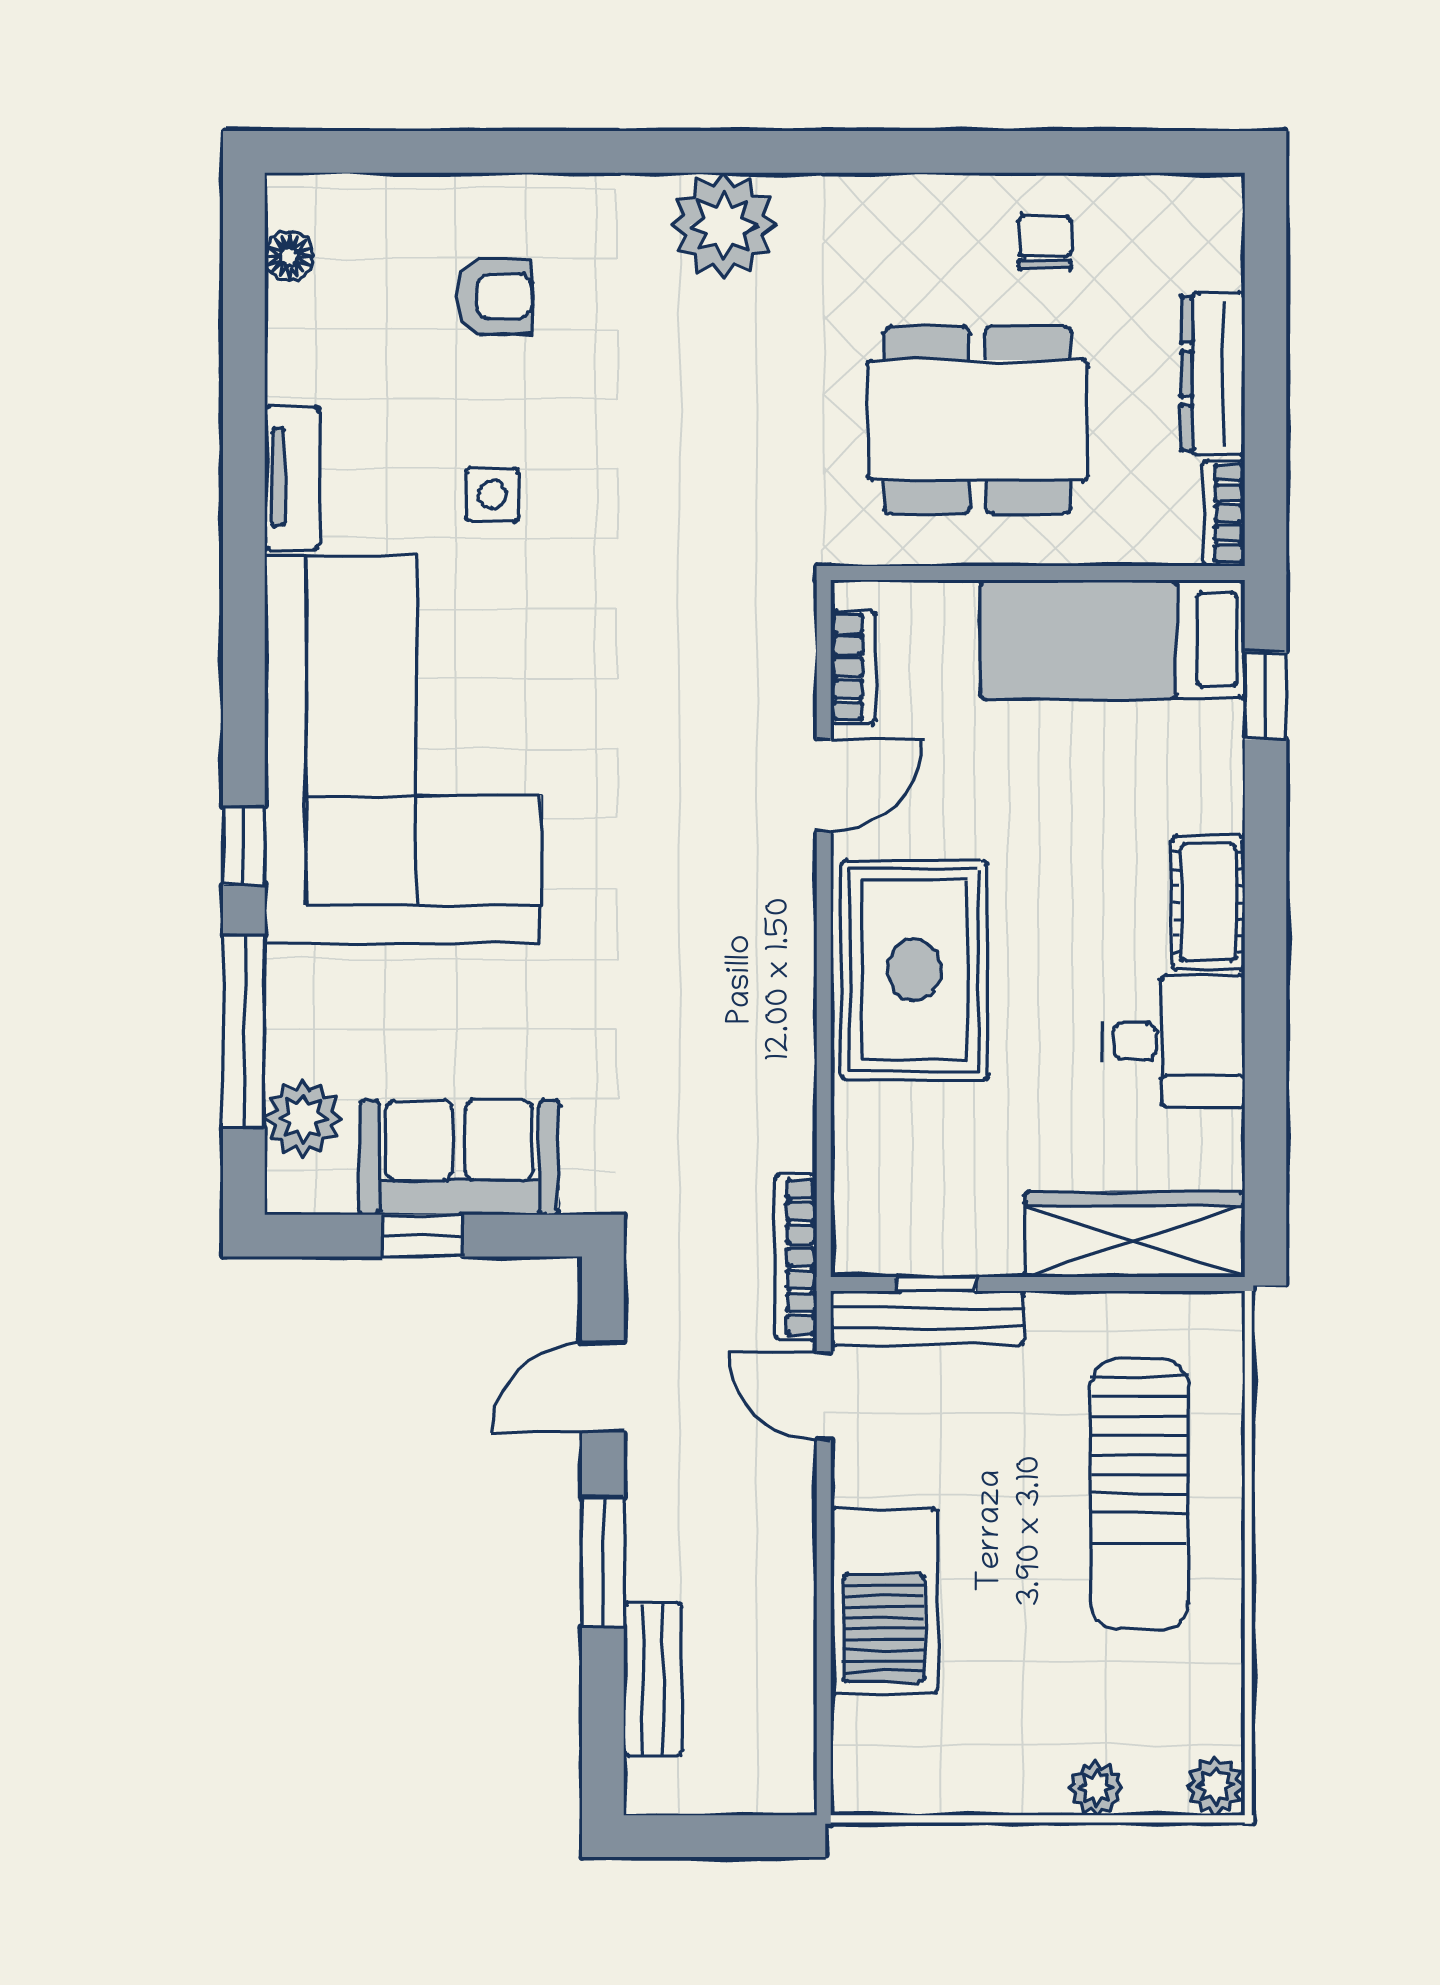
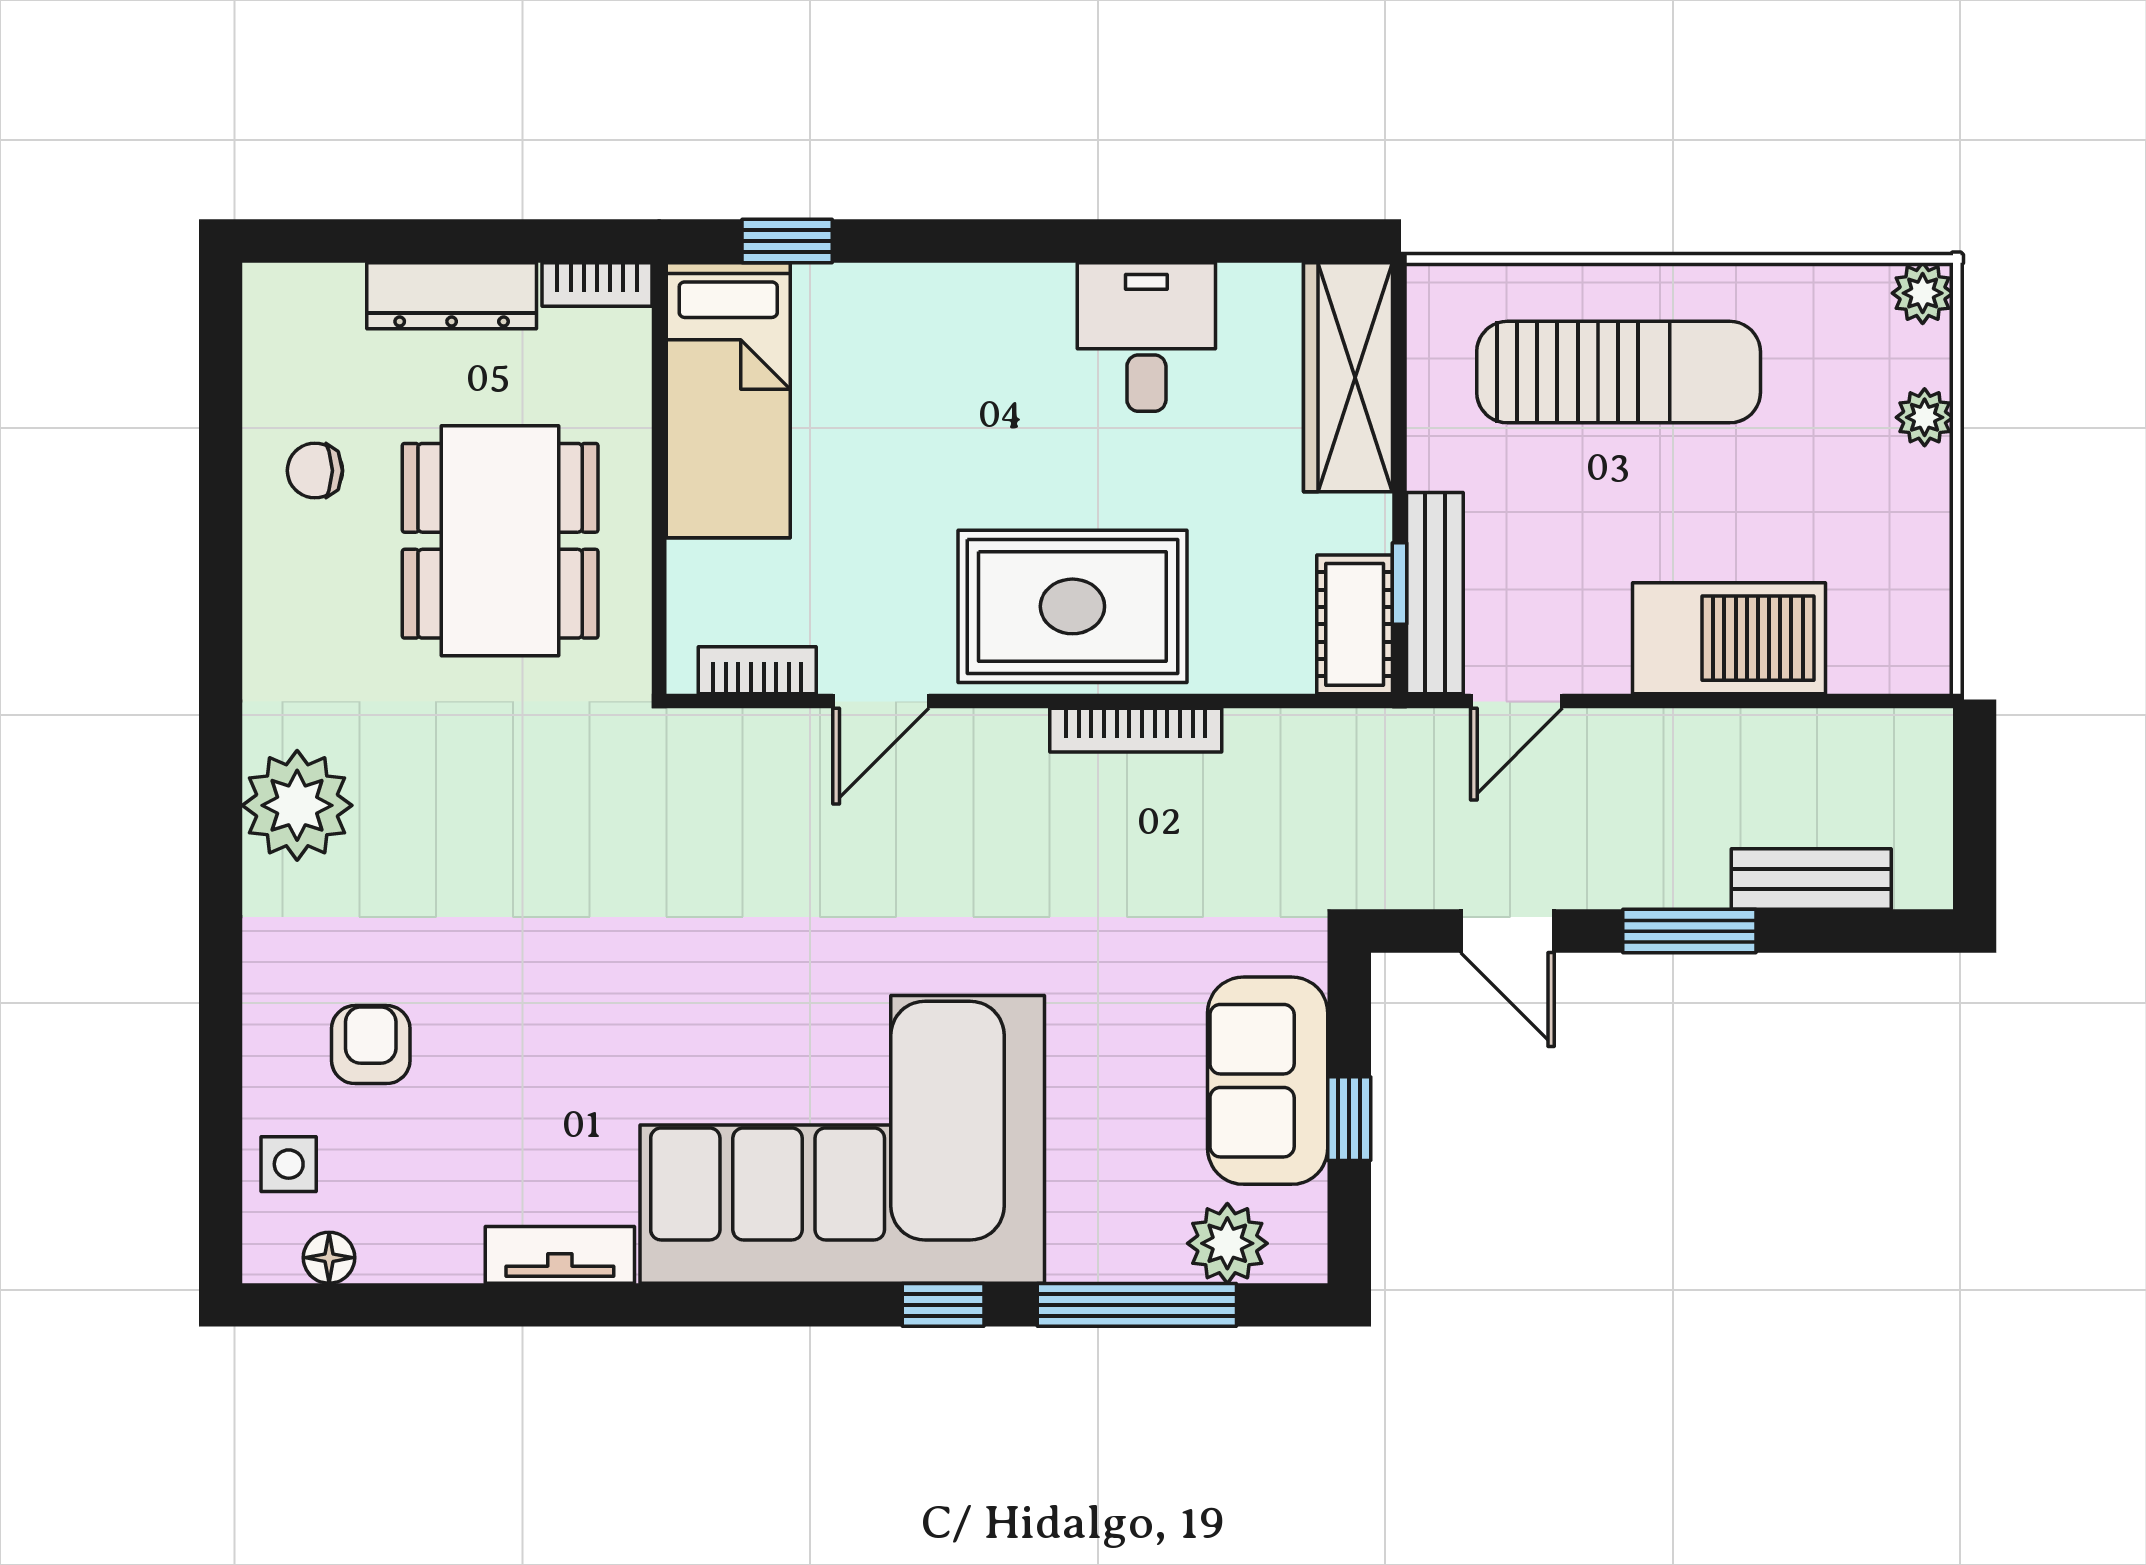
side table: (492, 495) -> (289, 1164), moved
door: (824, 786) -> (881, 701), swing flipped
cot: (1209, 902) -> (1355, 624), moved, turned 90
bookcase: (796, 1257) -> (1136, 730), moved

